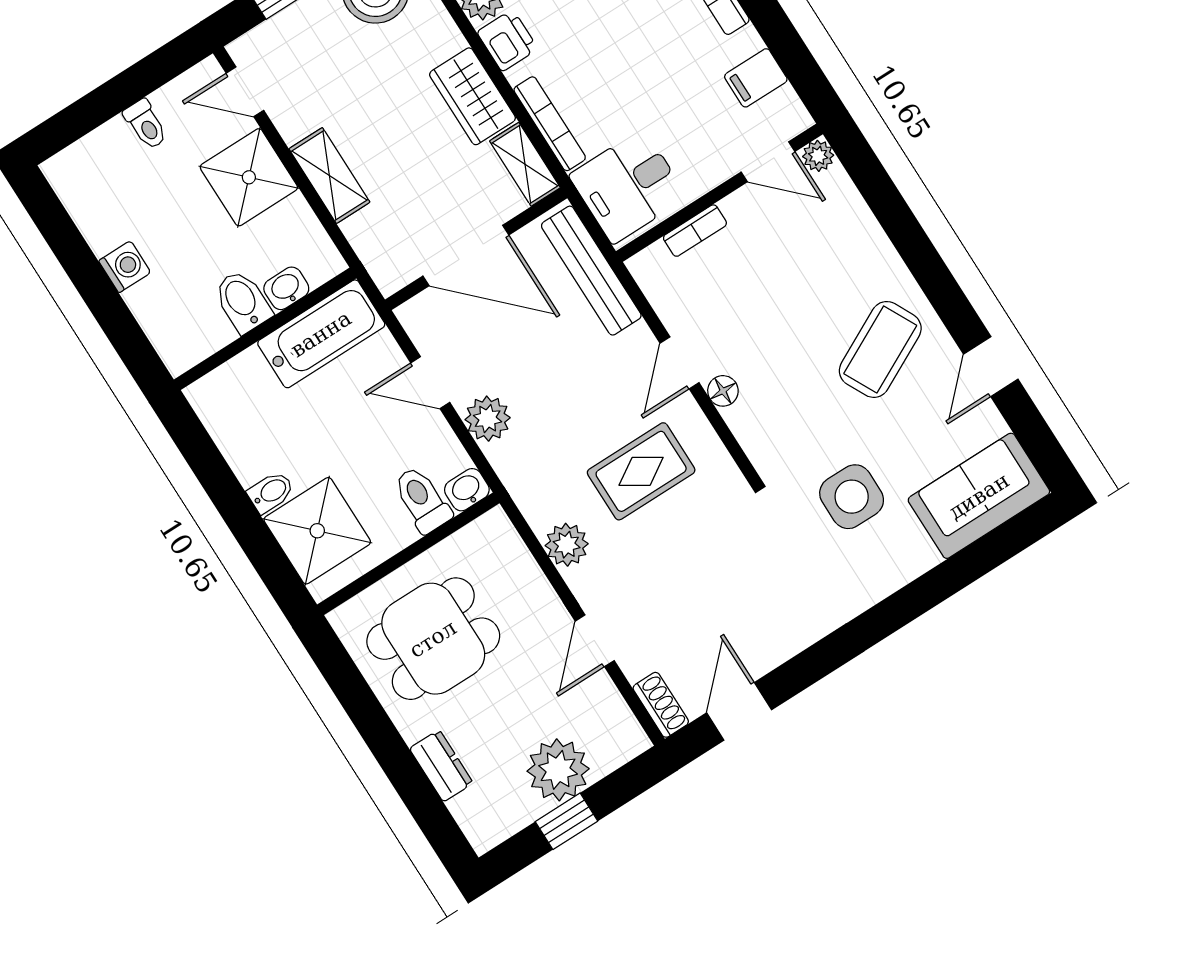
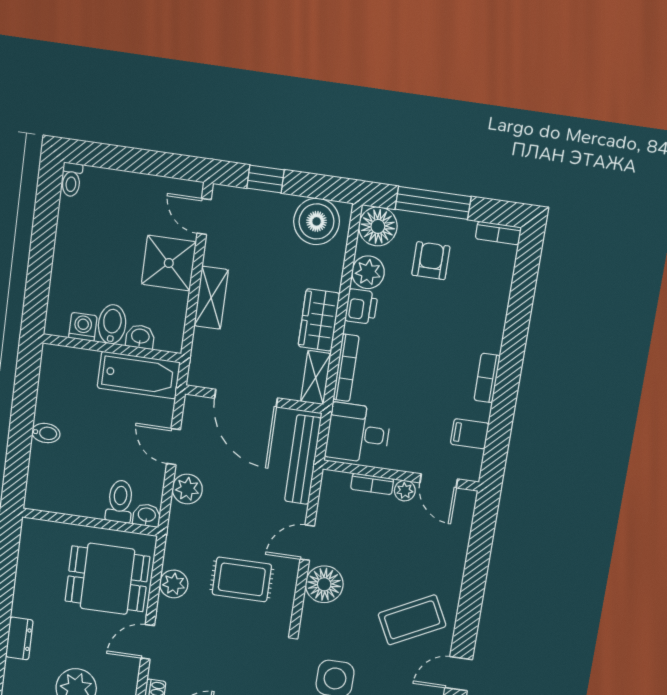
toilet: (146, 124) -> (71, 180), moved
plant: (818, 156) -> (405, 491), moved
washing machine: (125, 267) -> (83, 327), moved, turned -90
floor lamp: (723, 391) -> (324, 584), width x1.89, depth x1.89
shower: (317, 531) -> (54, 472), removed
dining table: (433, 639) -> (107, 579), moved

